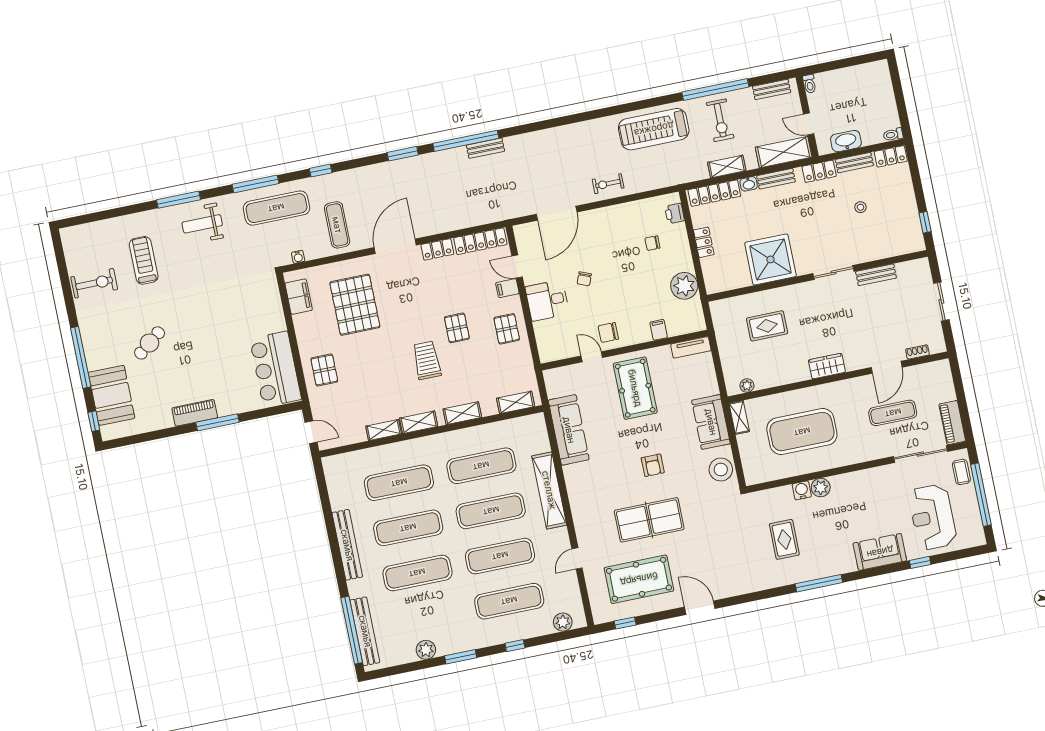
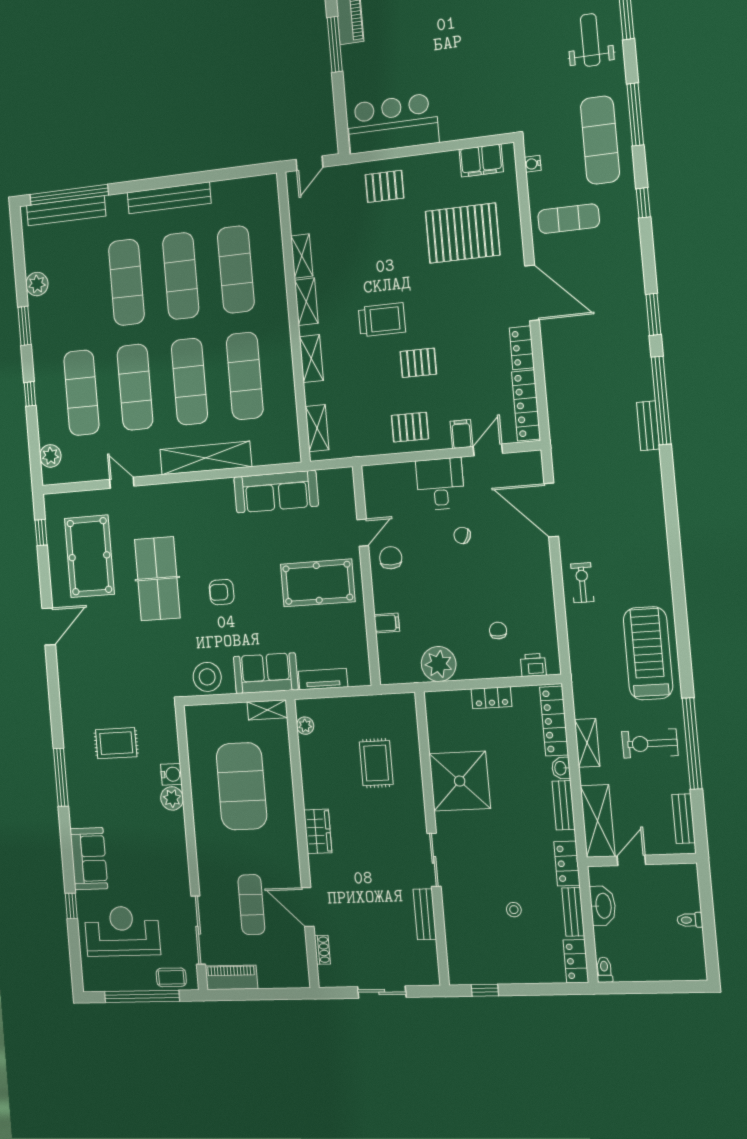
toilet: (810, 84) -> (690, 920), moved
tv unit: (691, 347) -> (323, 679), moved, turned 90

